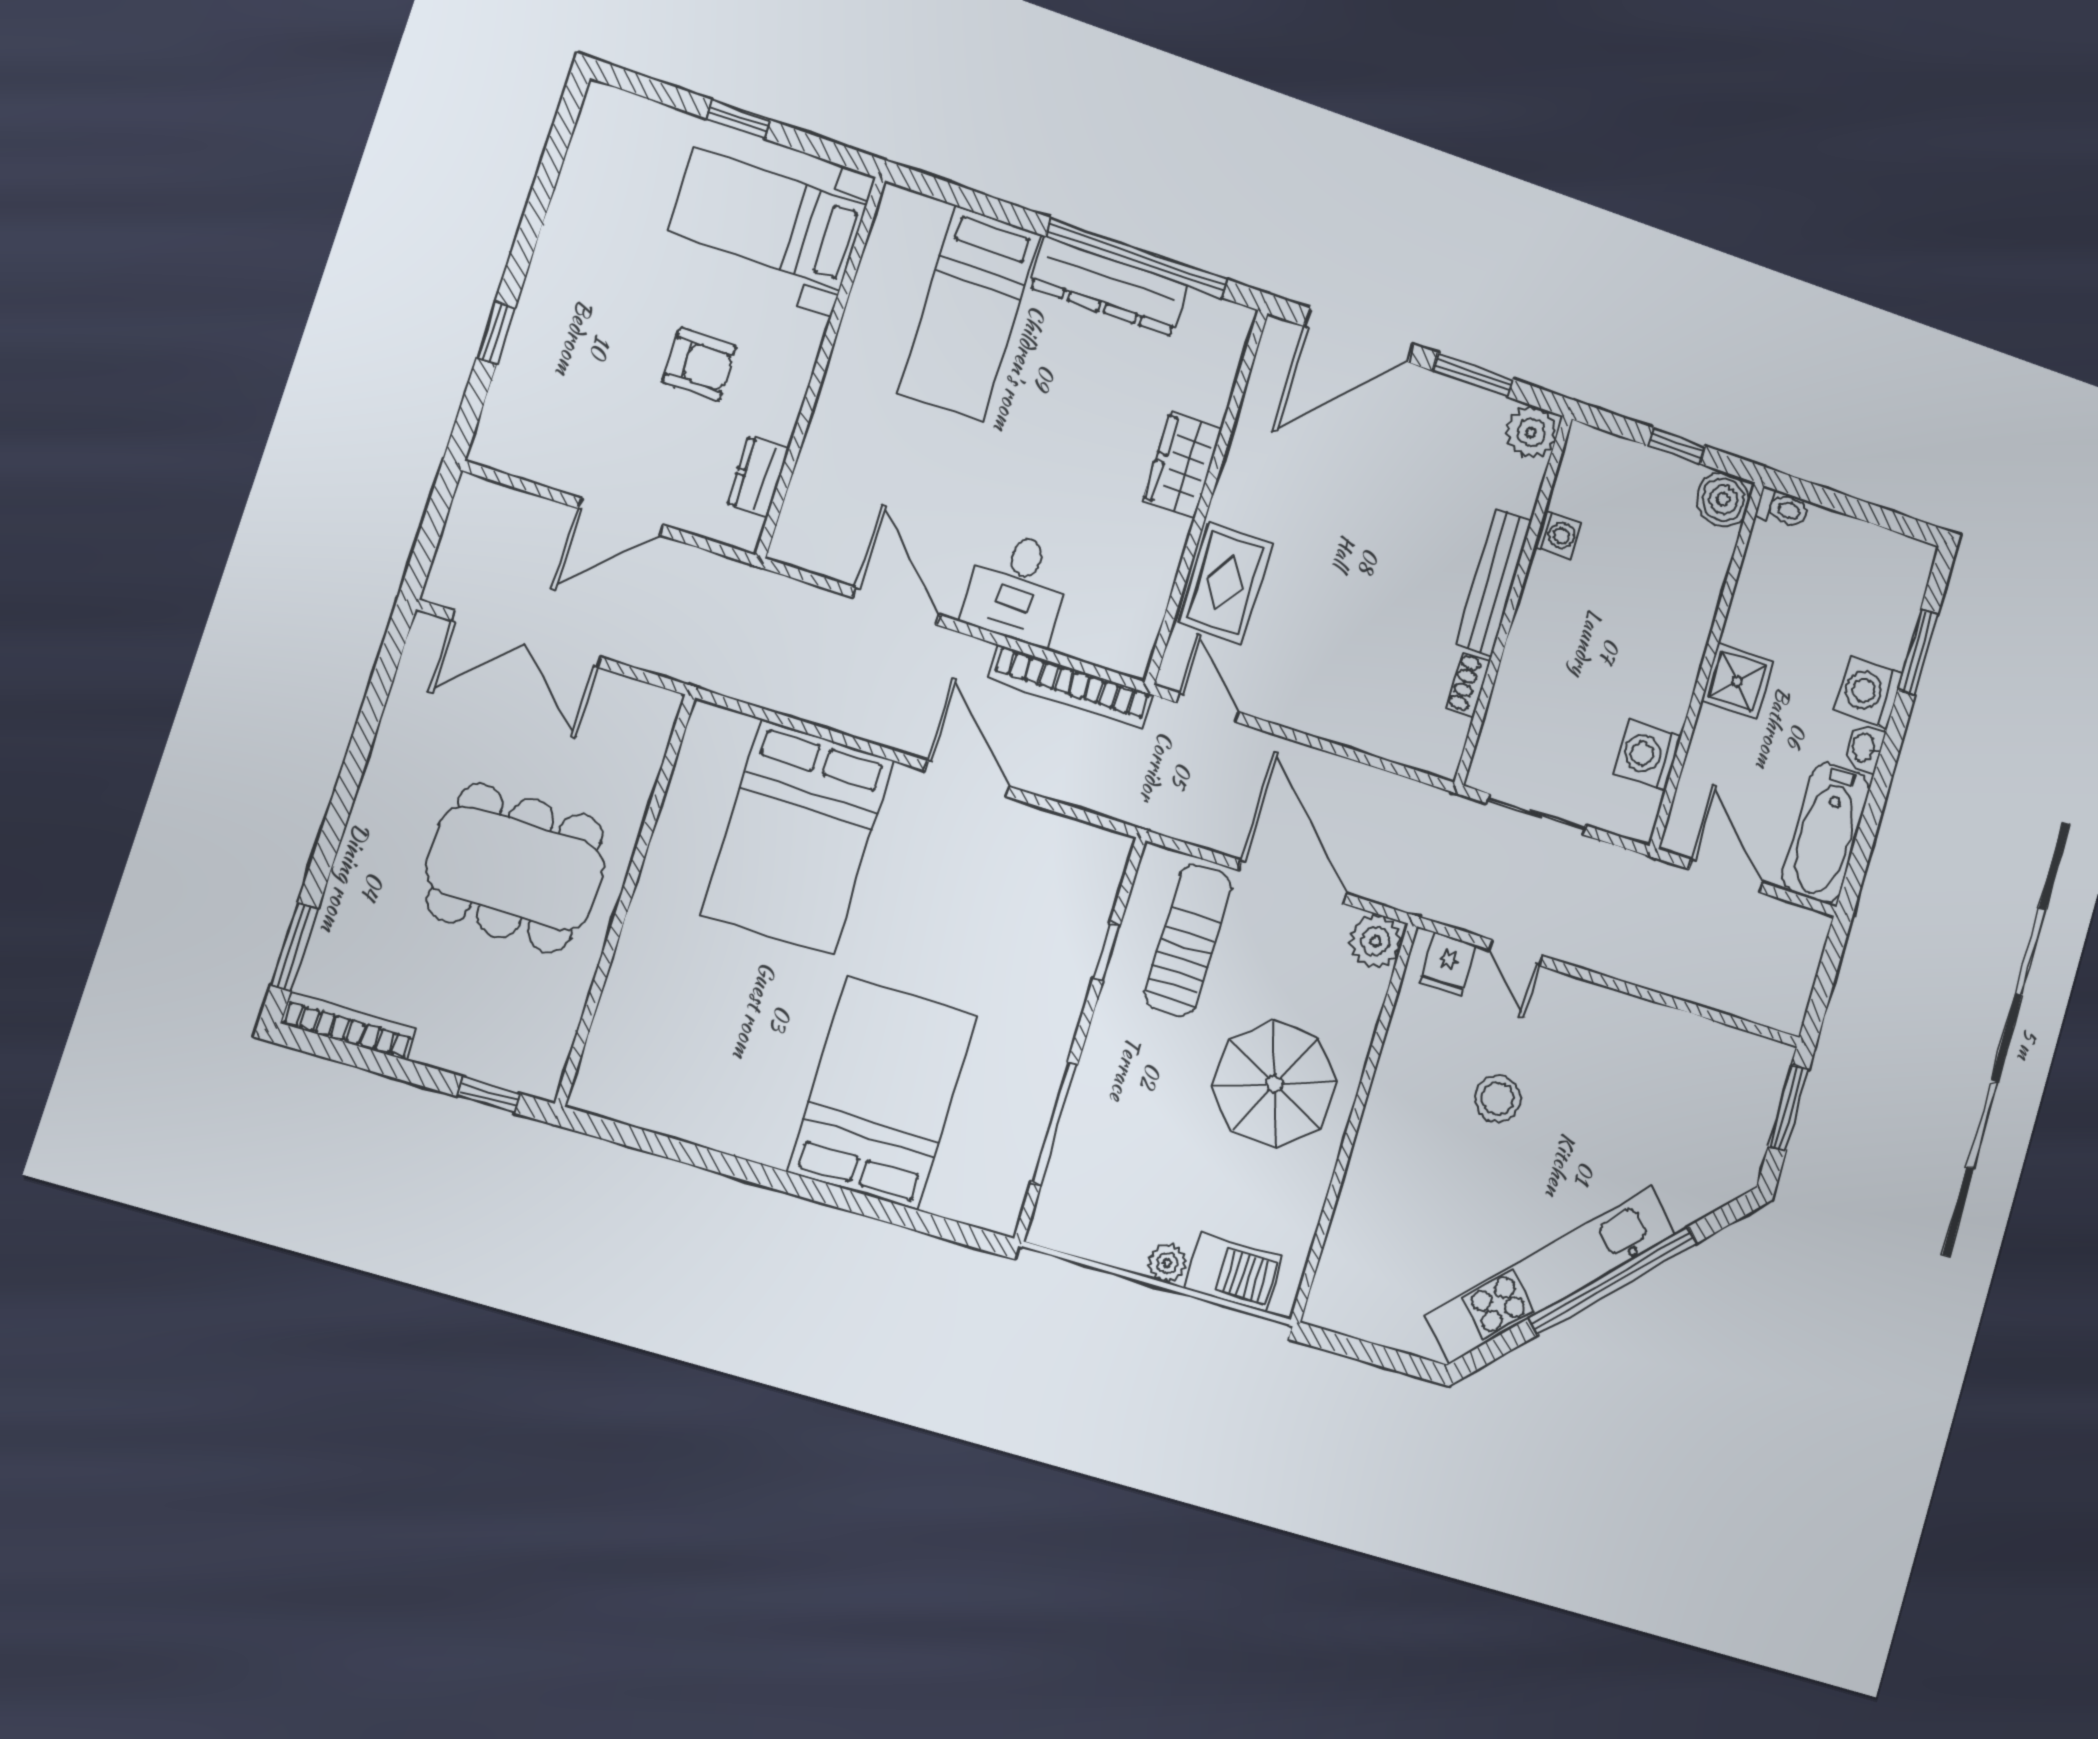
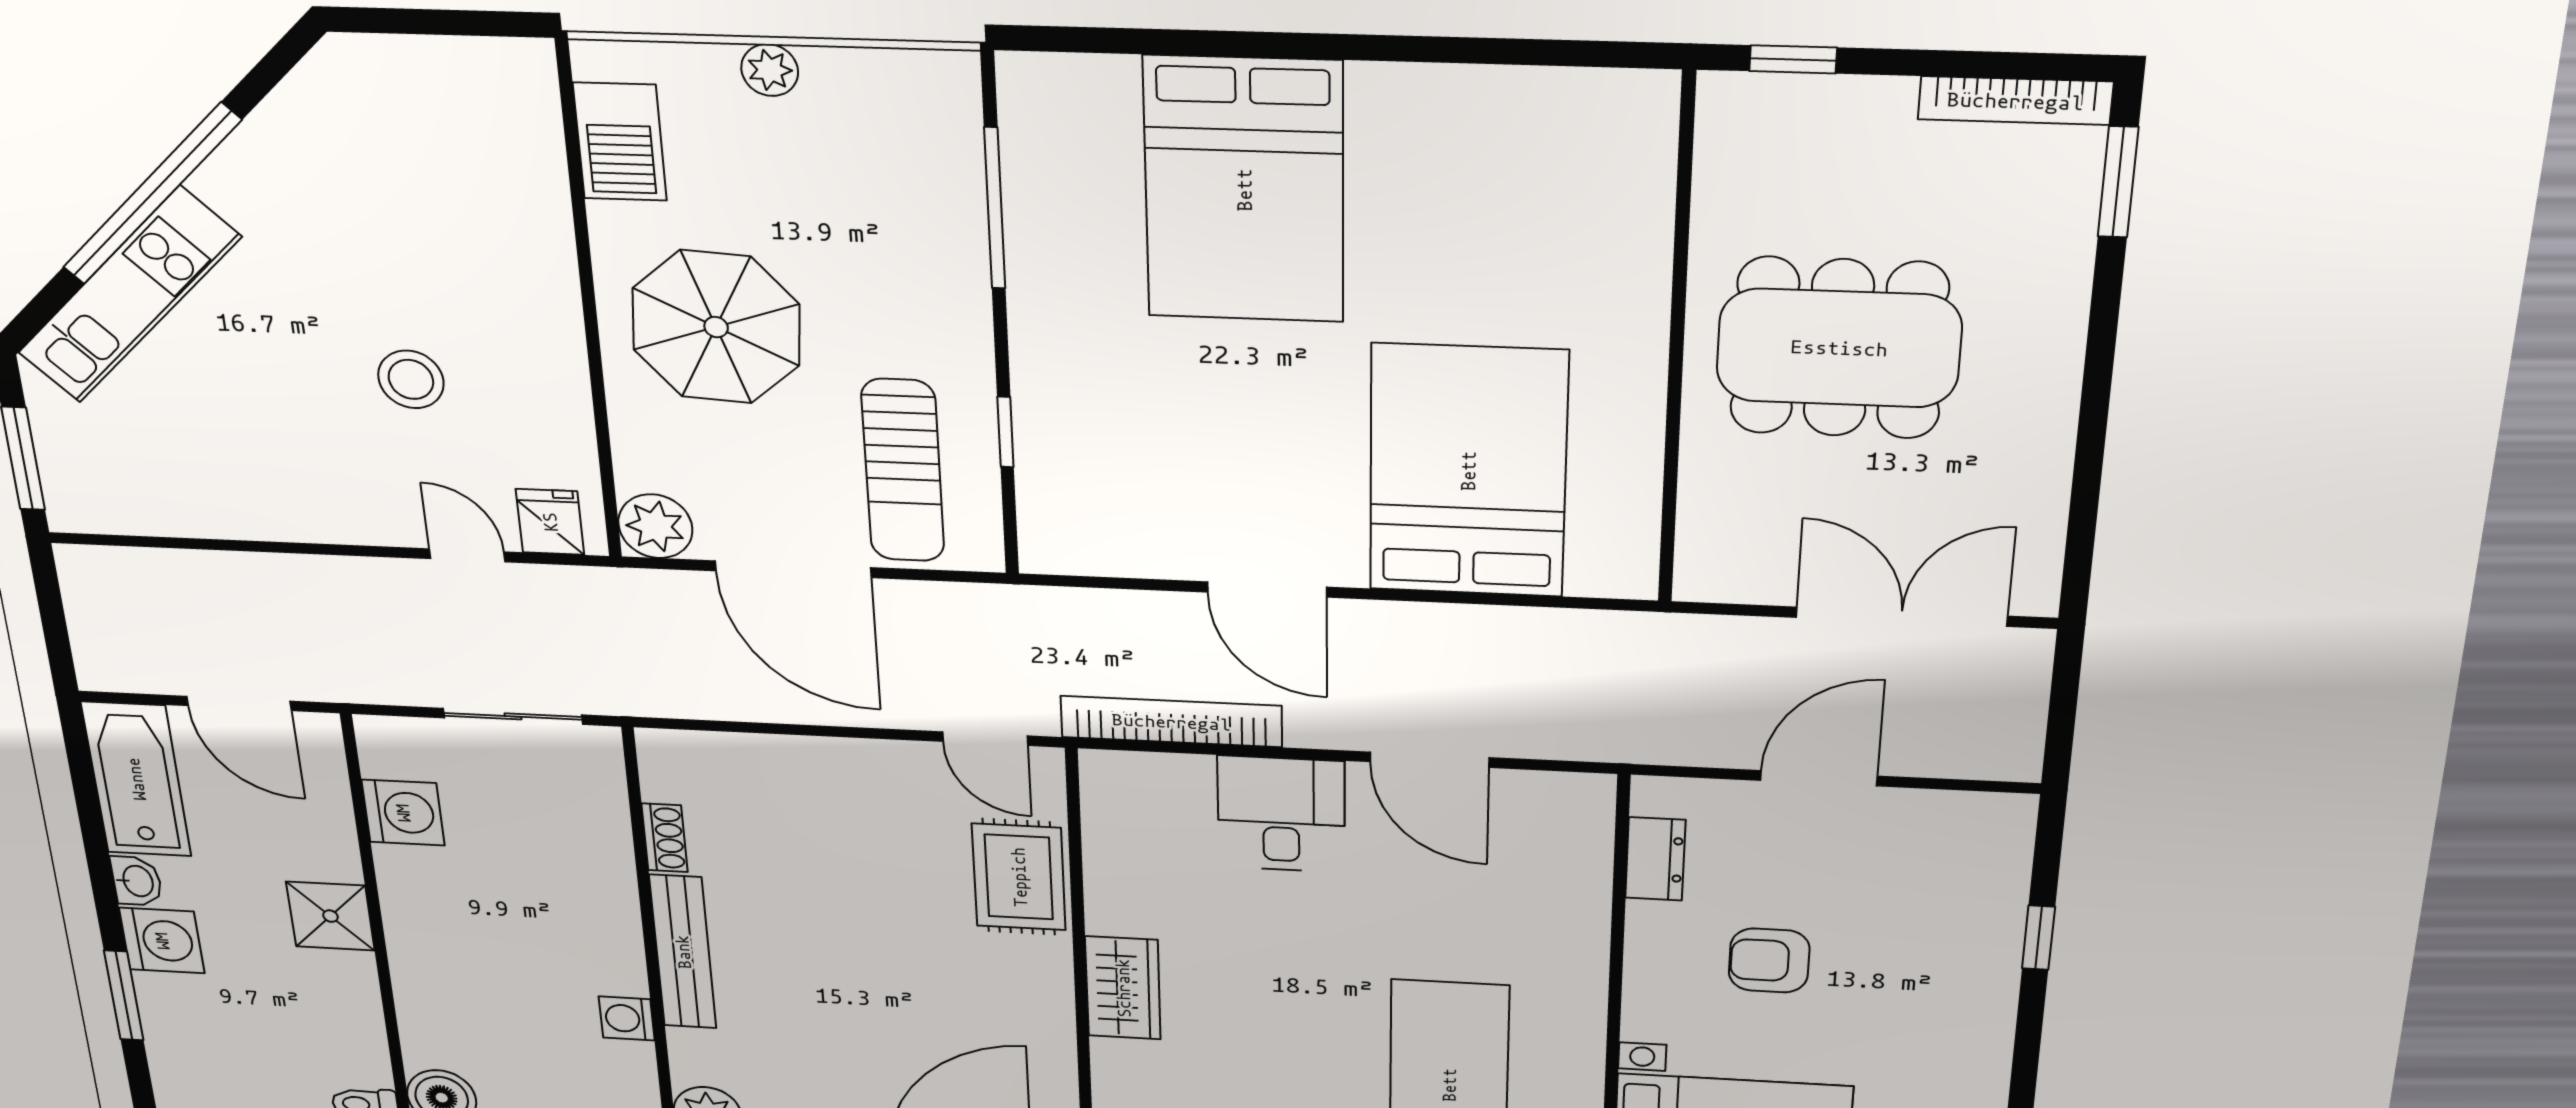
barbecue: (1234, 1273) -> (620, 142), moved, turned -90
kitchen unit: (1551, 1274) -> (129, 295), moved, width x0.73

